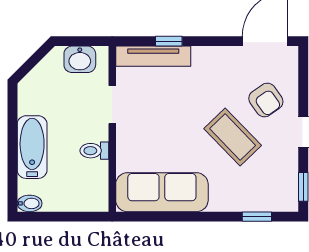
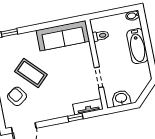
tv unit: (153, 56) -> (88, 107), width x0.71
toilet: (94, 151) -> (101, 36), moved

